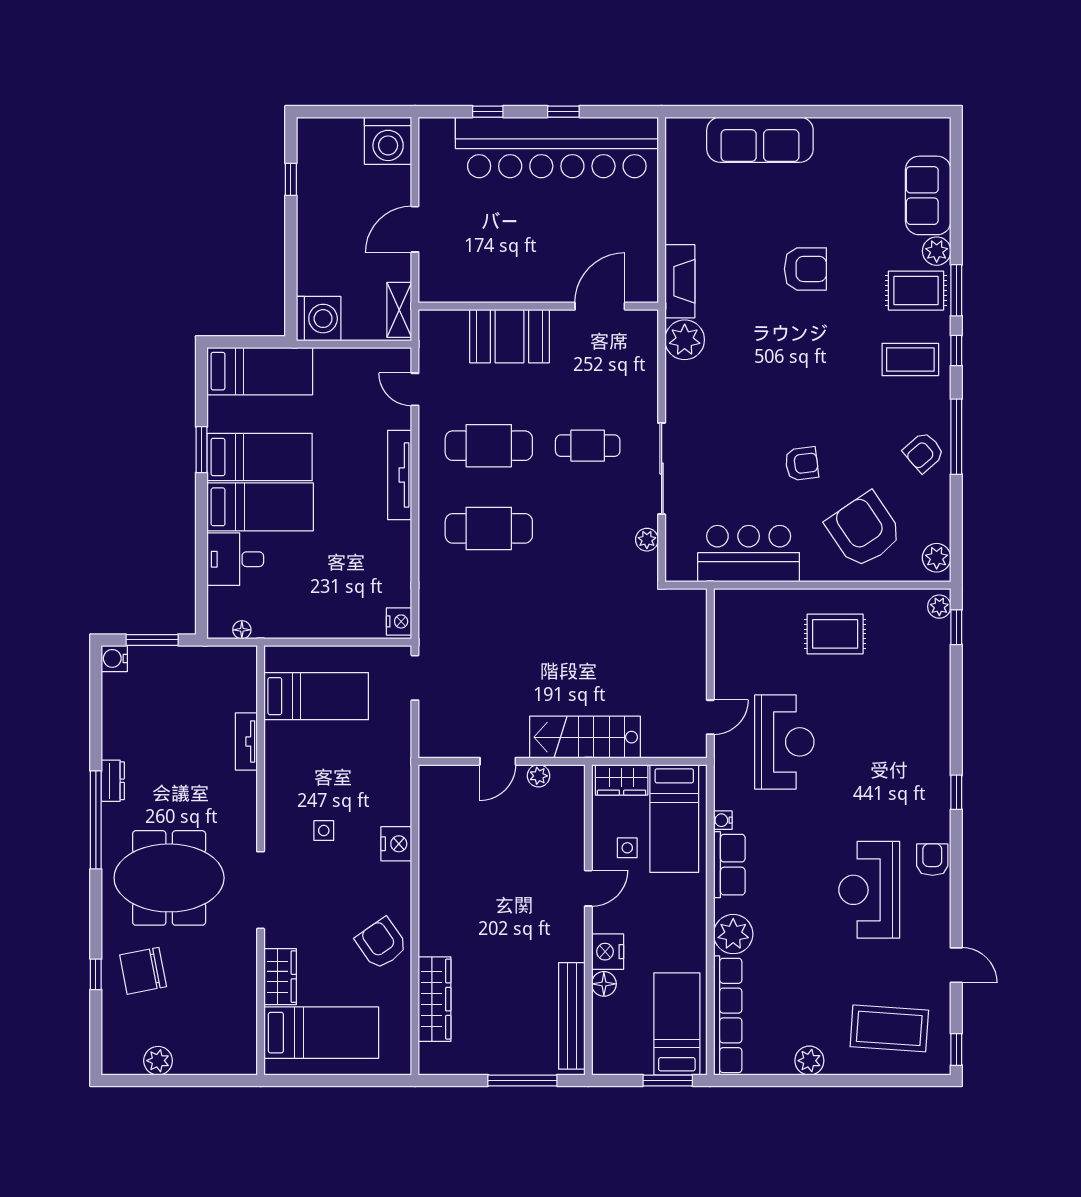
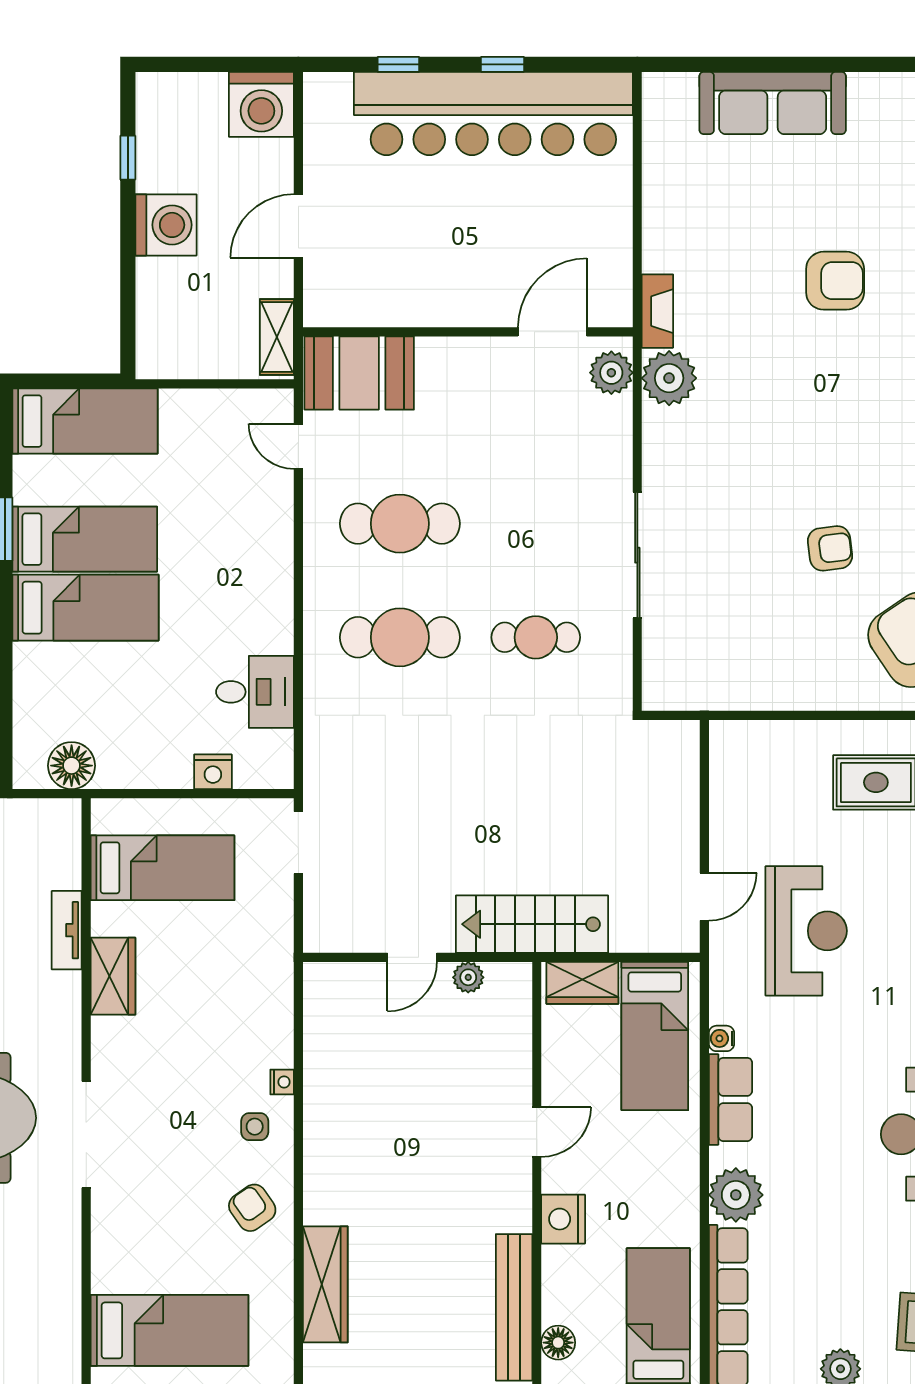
fireplace: (680, 281) -> (657, 311), width x0.73, depth x0.76
washing machine: (319, 319) -> (166, 225), moved
booth: (509, 336) -> (359, 373), moved
cafe table: (588, 446) -> (536, 637), moved
tv unit: (400, 475) -> (277, 564), removed
plant: (647, 540) -> (611, 373), moved, width x1.38, depth x1.38
bar counter: (749, 554) -> (757, 672), removed
desk: (235, 559) -> (255, 692), moved, turned 180
nightstand: (399, 621) -> (213, 772), moved, turned 90
floor lamp: (242, 630) -> (72, 766), width x1.89, depth x1.89
side table: (324, 831) -> (255, 1127), moved
nightstand: (396, 844) -> (282, 1082), width x0.53, depth x0.56
side table: (627, 848) -> (590, 1076), removed
armchair: (381, 943) -> (252, 1208), width x0.72, depth x0.72
wardrobe: (280, 977) -> (113, 976), moved
floor lamp: (604, 984) -> (558, 1343), moved

